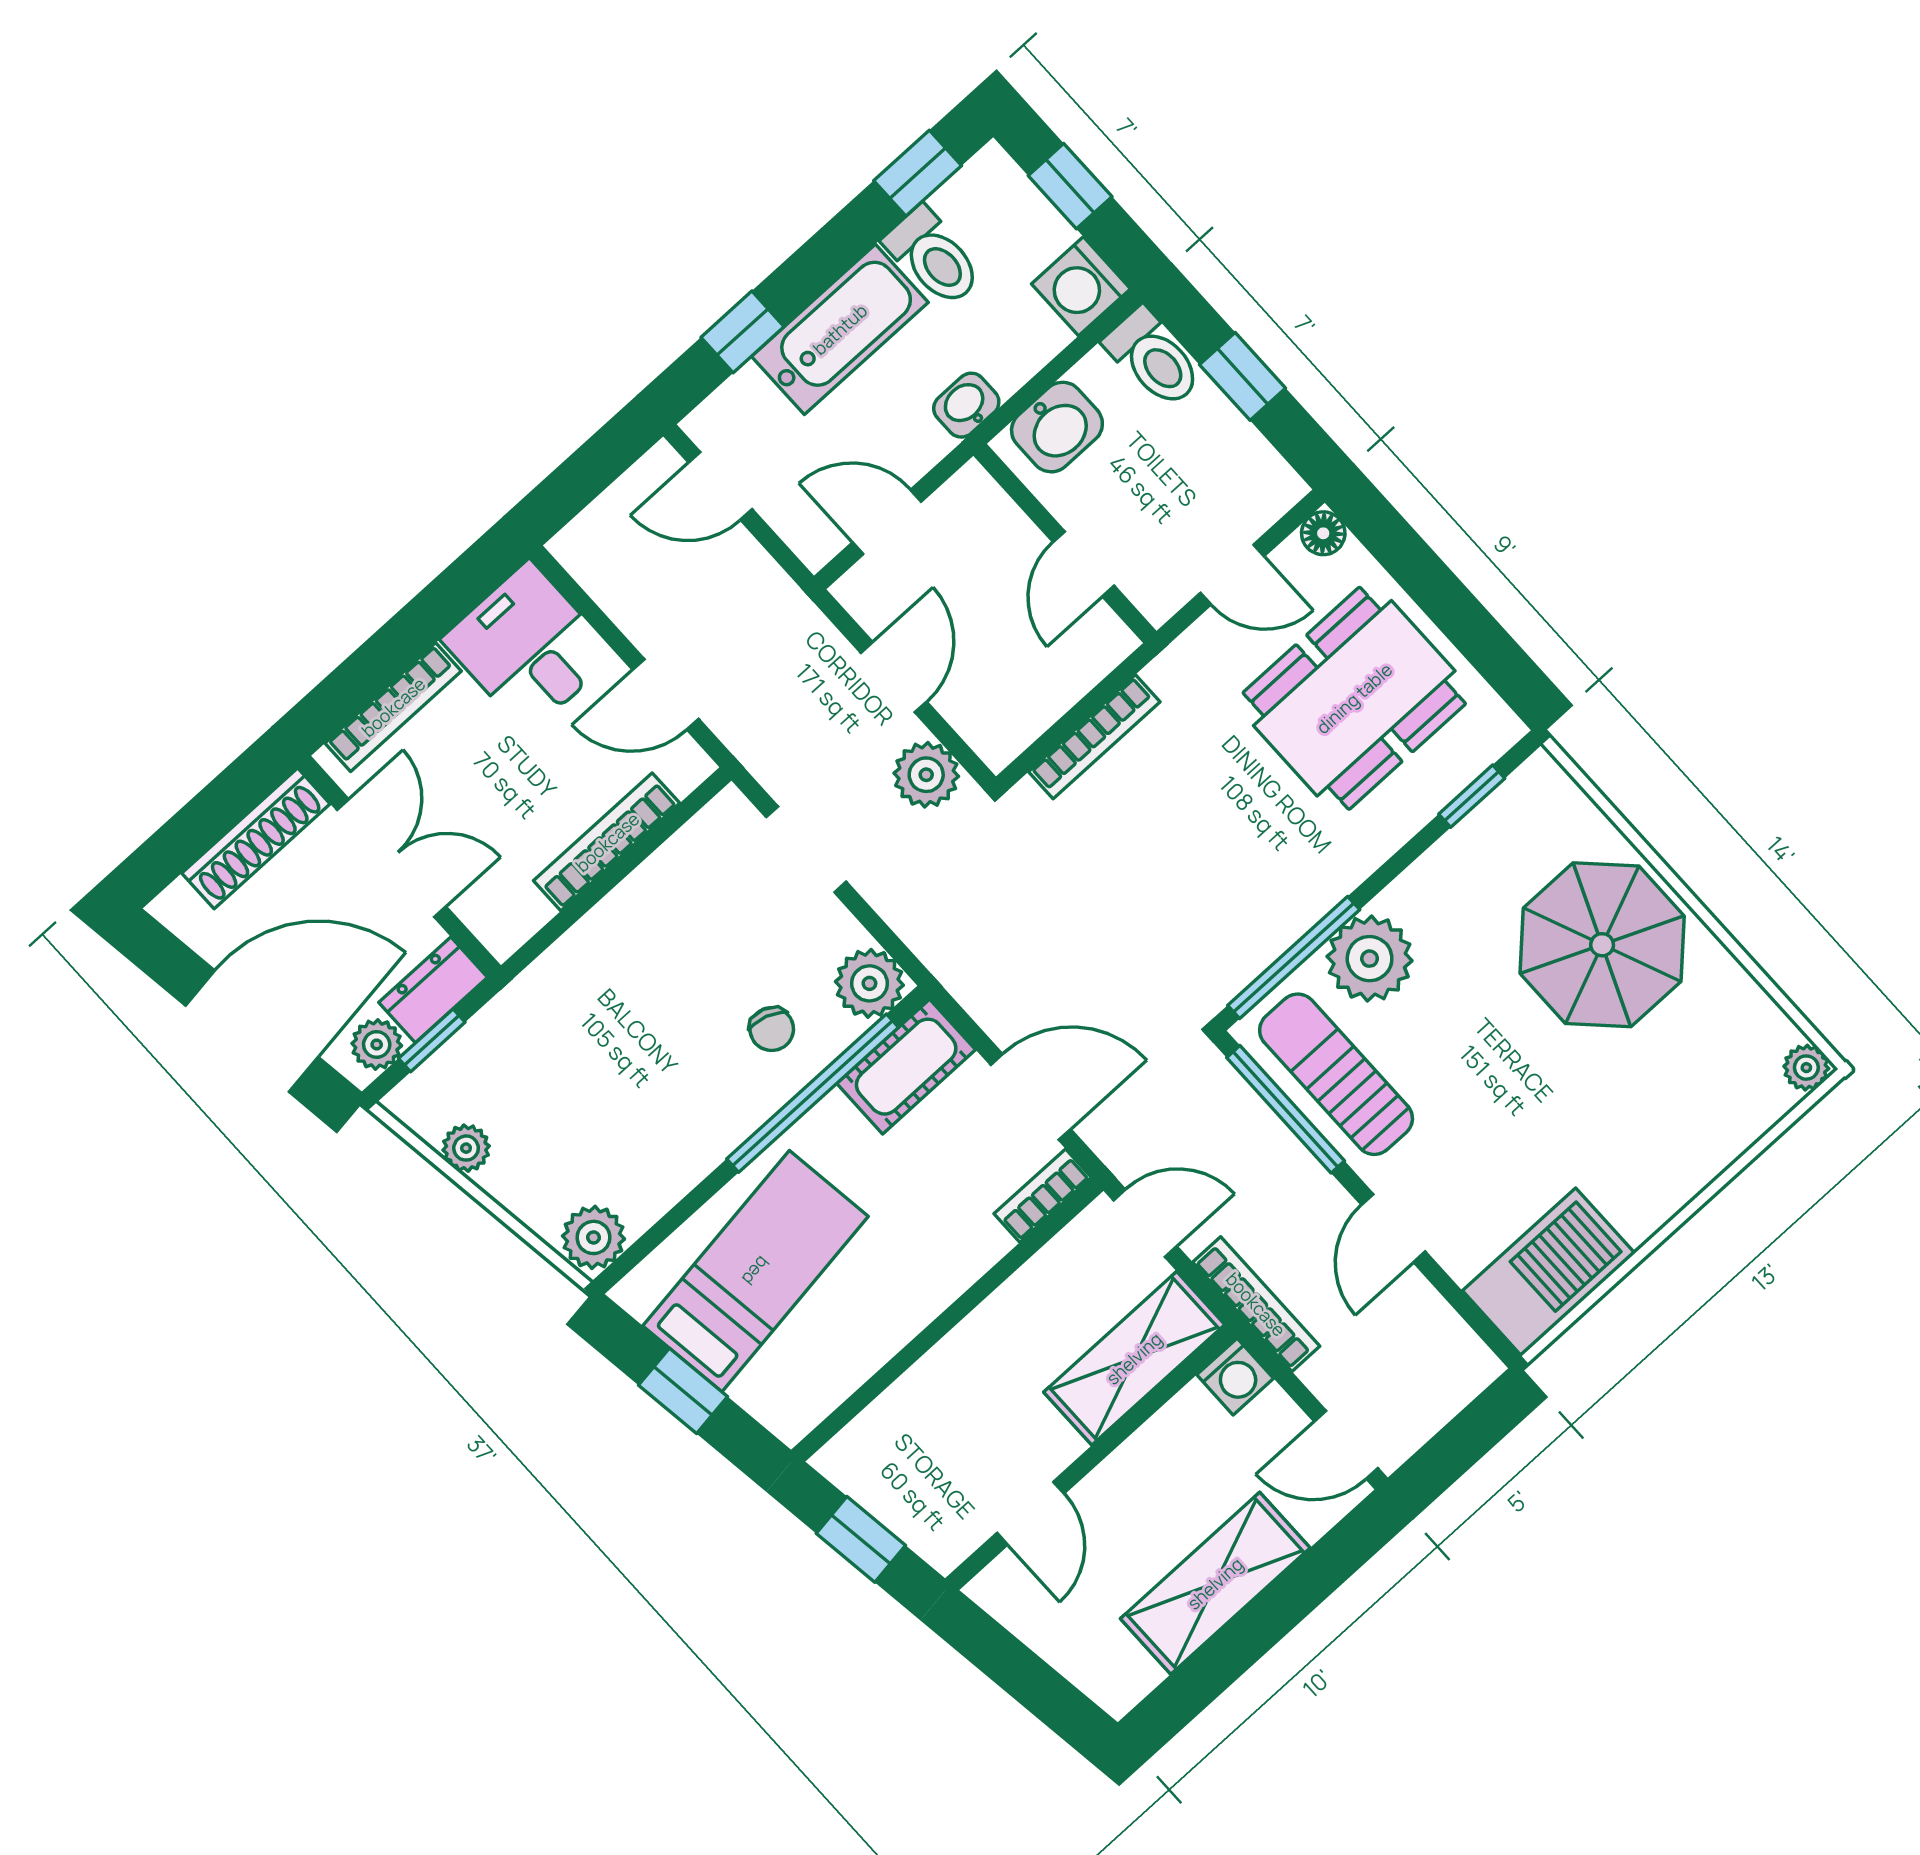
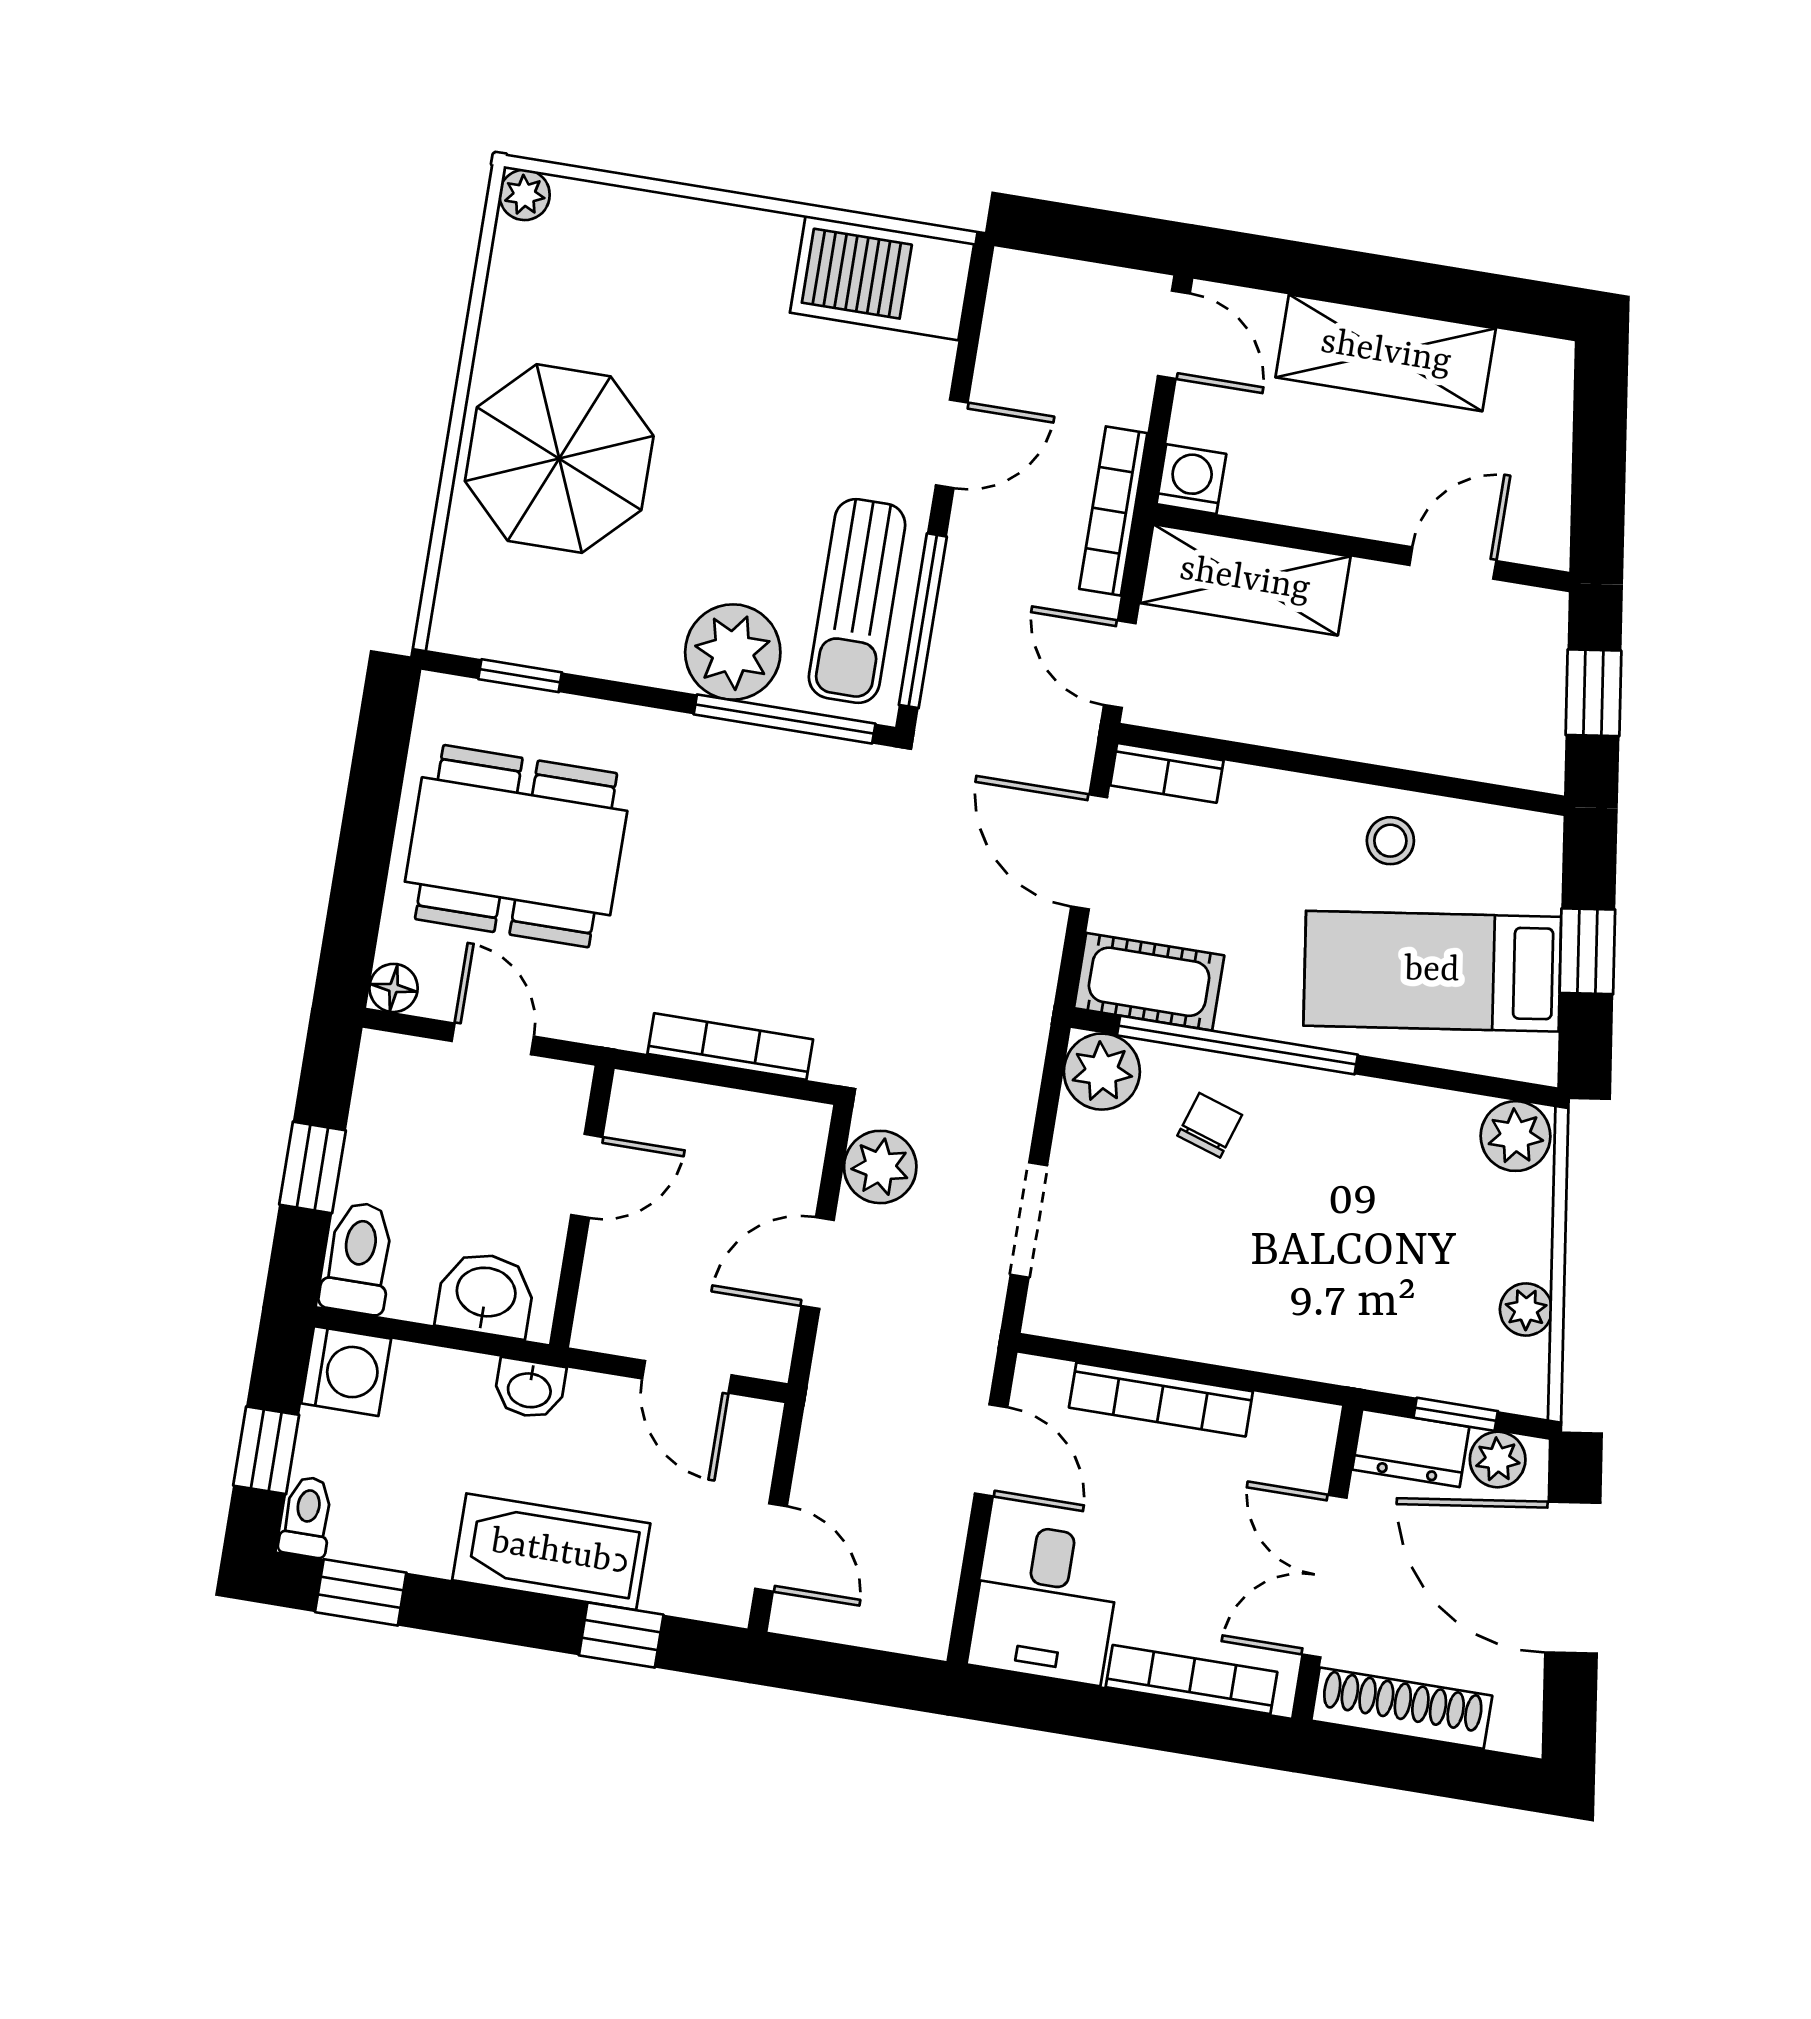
toilet: (933, 257) -> (307, 1517), moved, width x0.73, depth x0.72
stool: (870, 1314) -> (1390, 841), added

